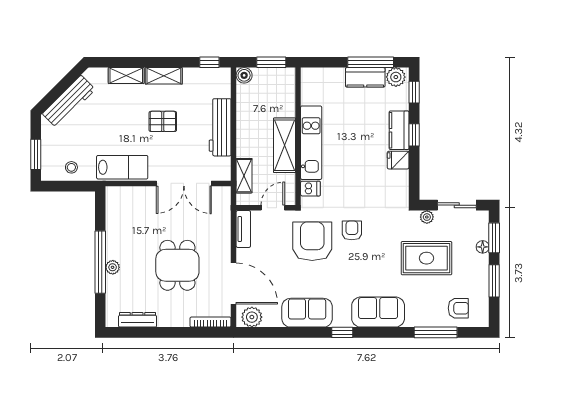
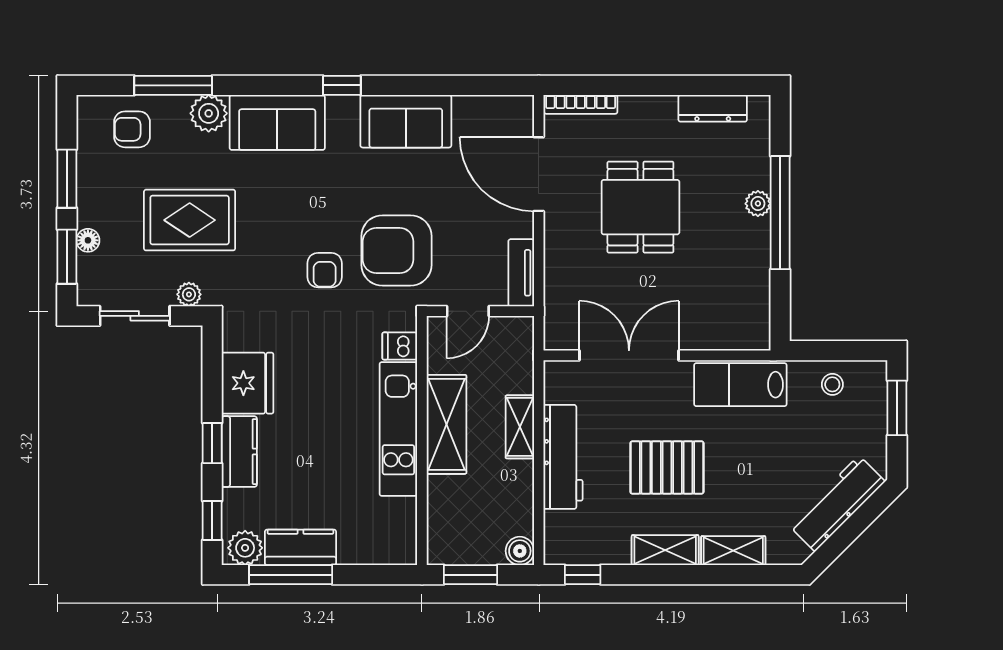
pallet: (163, 121) -> (667, 467), width x1.50, depth x1.42
fridge: (398, 160) -> (247, 383), width x1.88, depth x1.34
shelving: (244, 176) -> (520, 427), moved
armchair: (312, 241) -> (396, 250), turned 90
plant: (252, 317) -> (209, 113), moved

